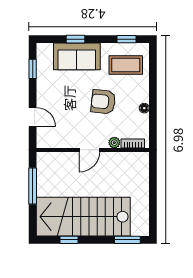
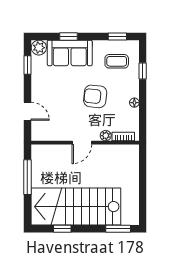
plant: (44, 51) -> (39, 48), added
coffee table: (126, 65) -> (117, 61), width x0.73, depth x0.77
window: (153, 75) -> (143, 71), added

